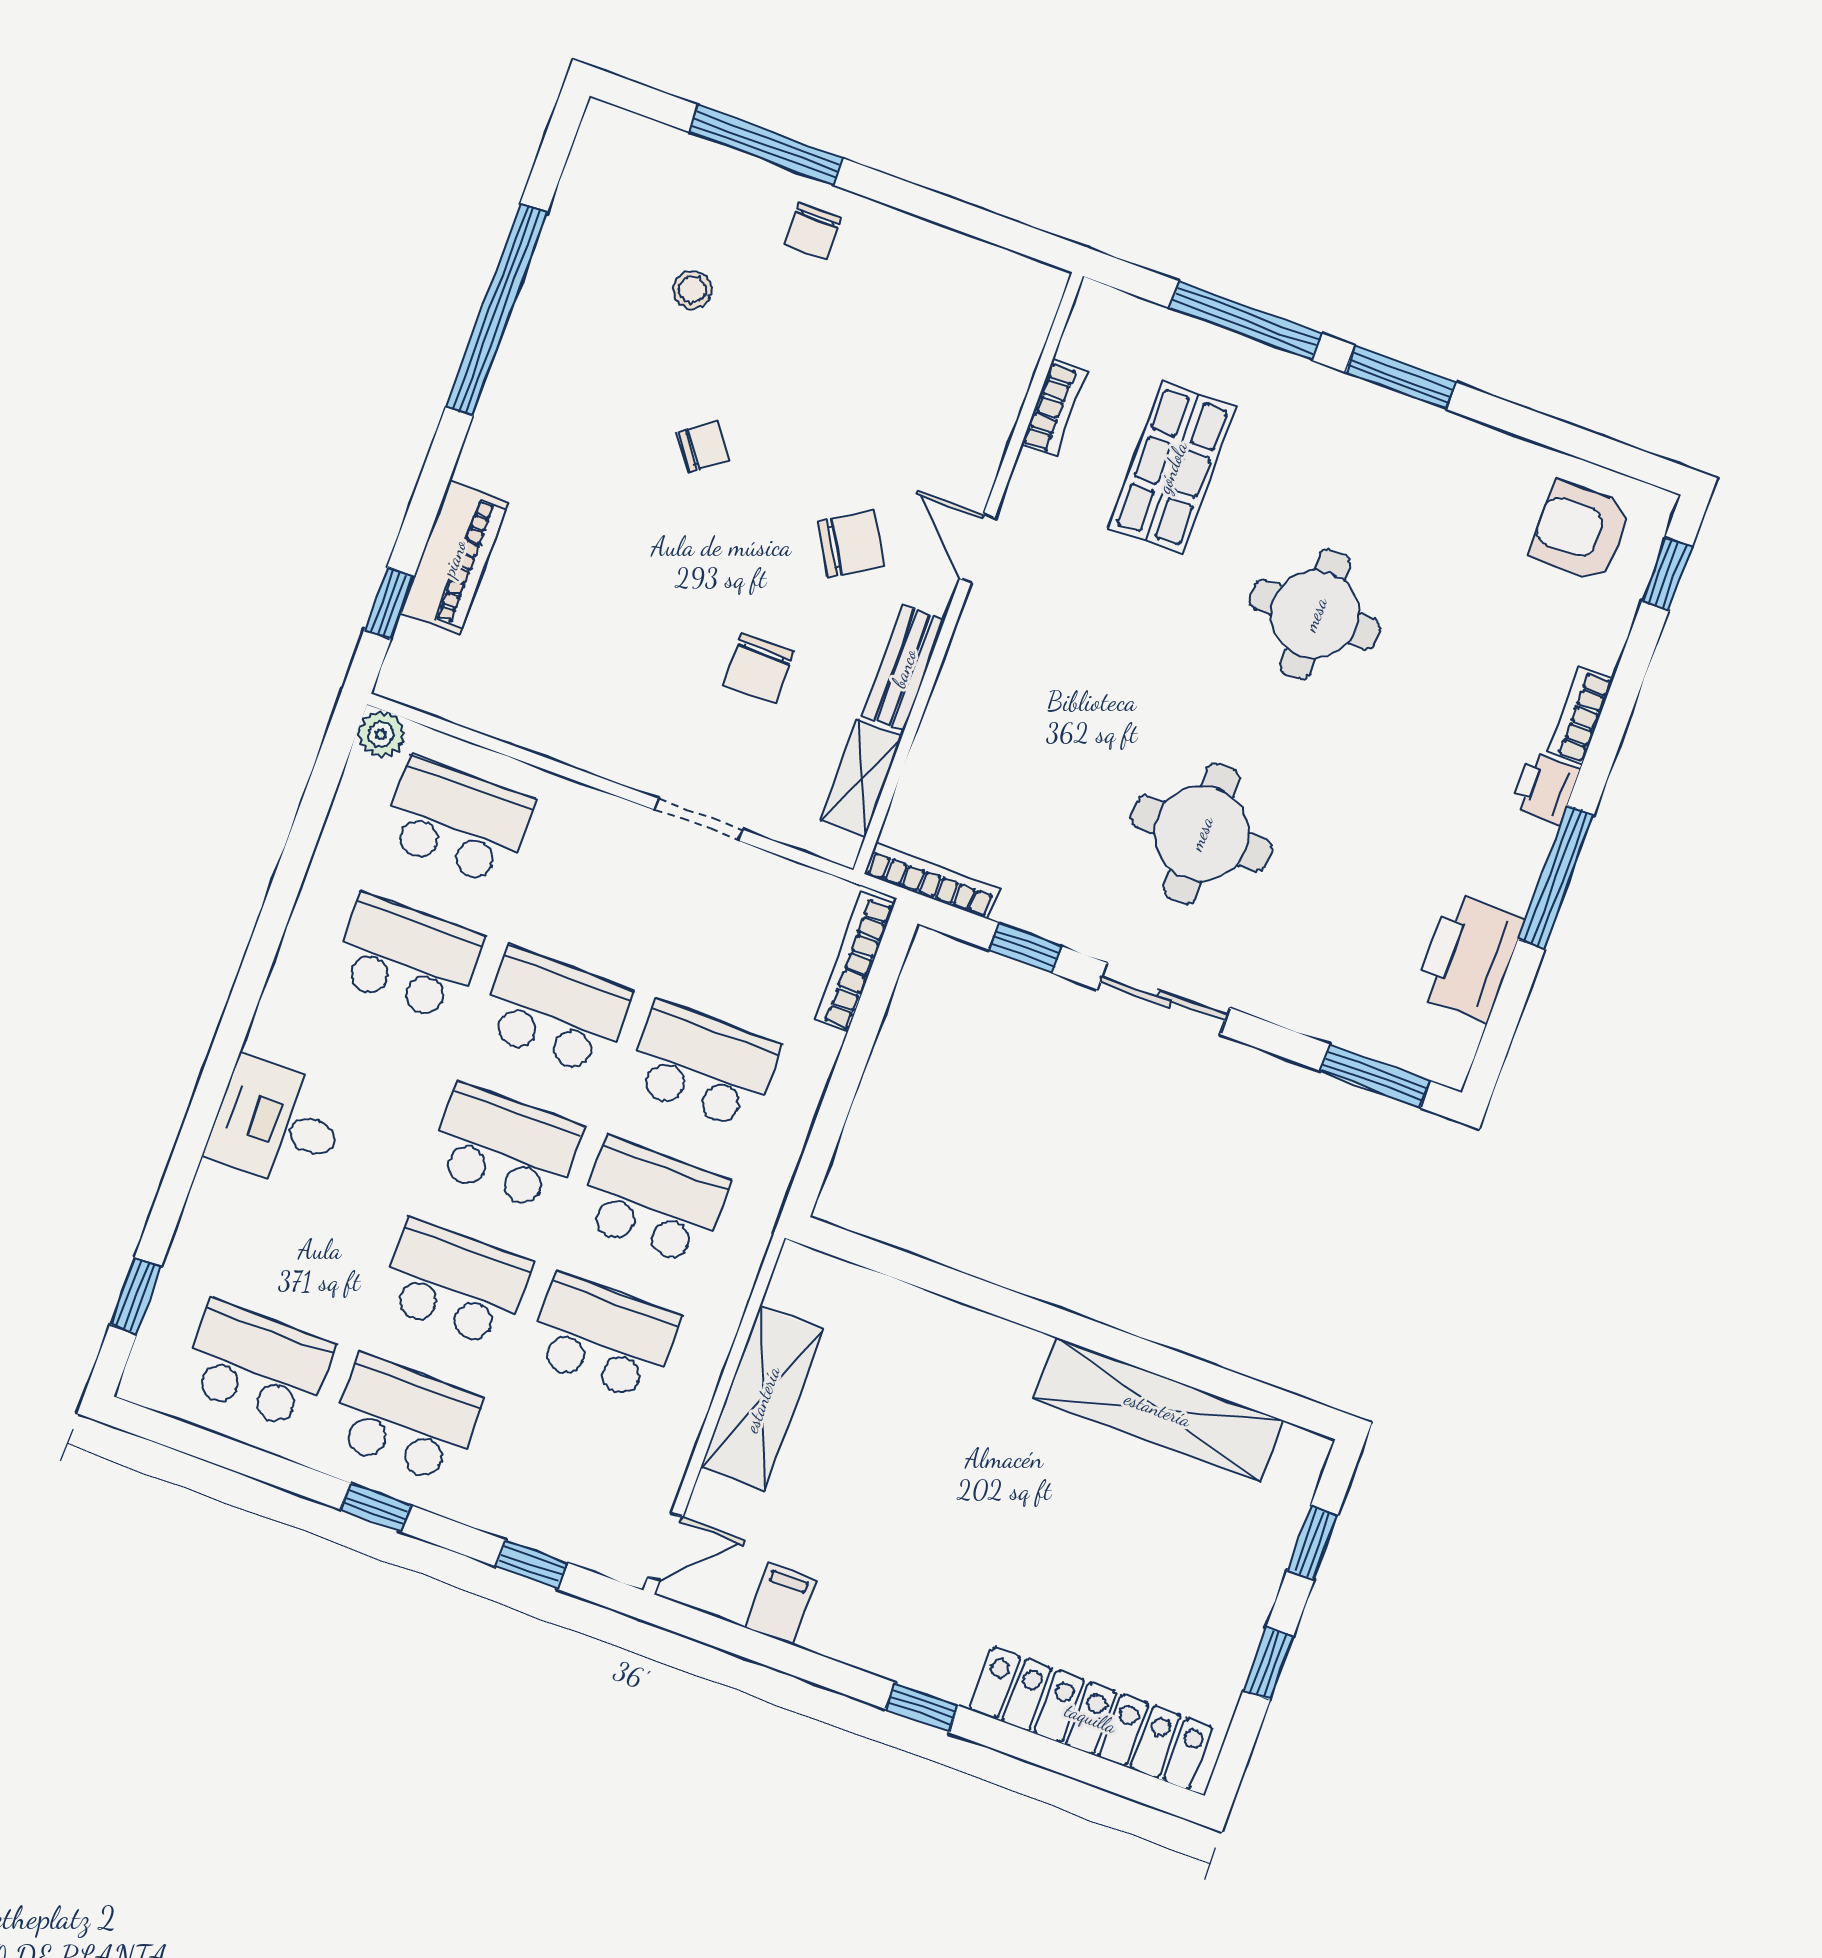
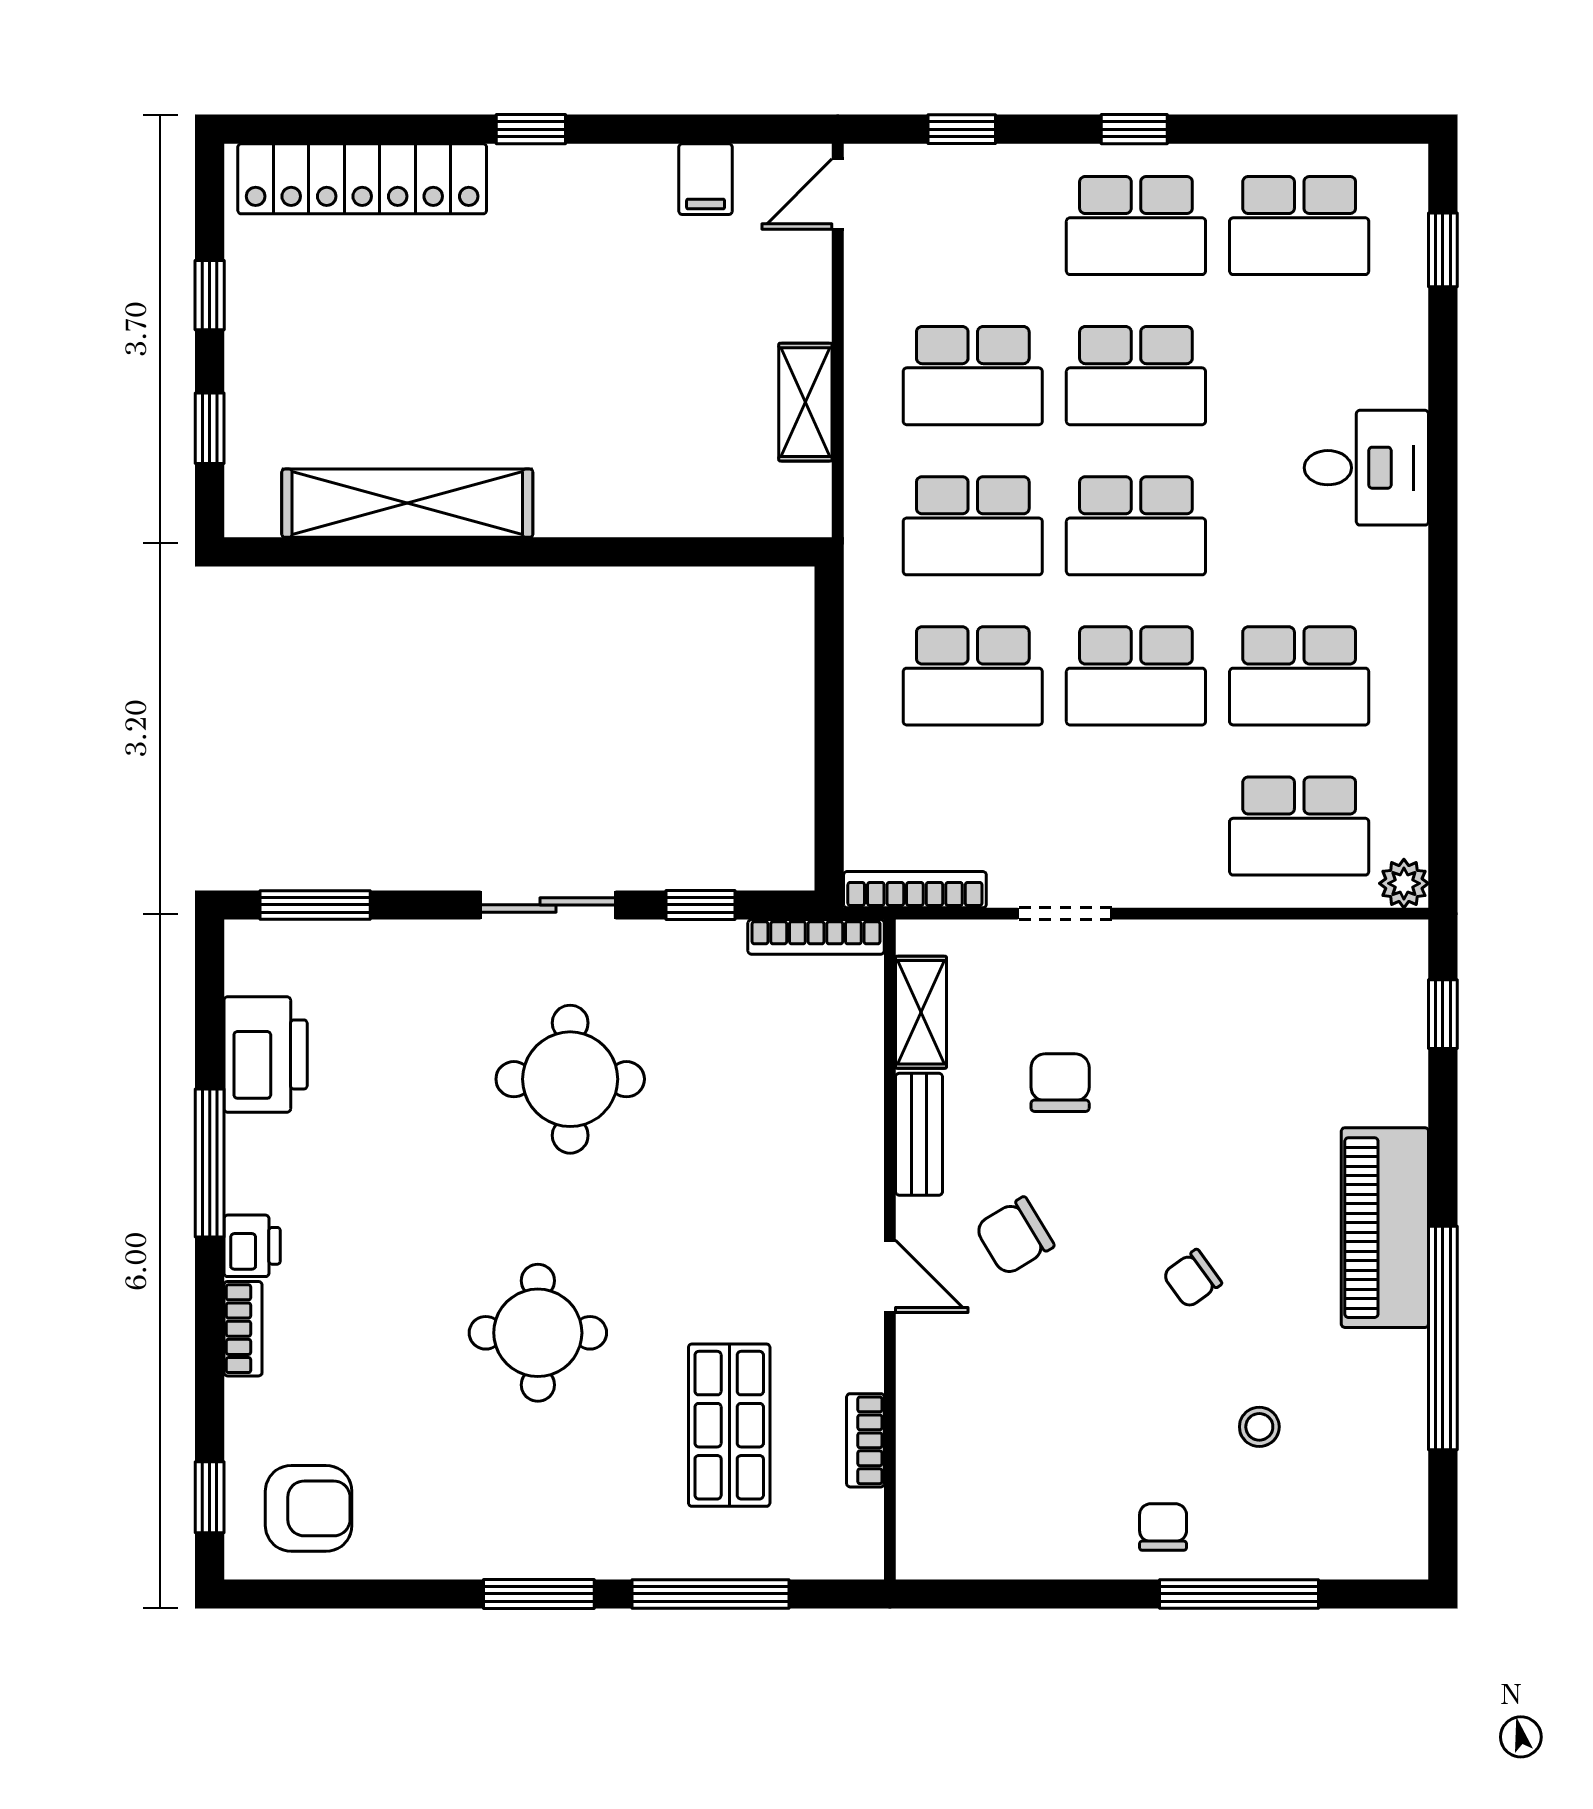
piano: (454, 558) -> (1385, 1228), moved, width x1.37, depth x1.33
bookcase: (854, 963) -> (915, 890), moved, turned -90
shelving: (762, 1399) -> (805, 402), width x0.67, depth x0.75

